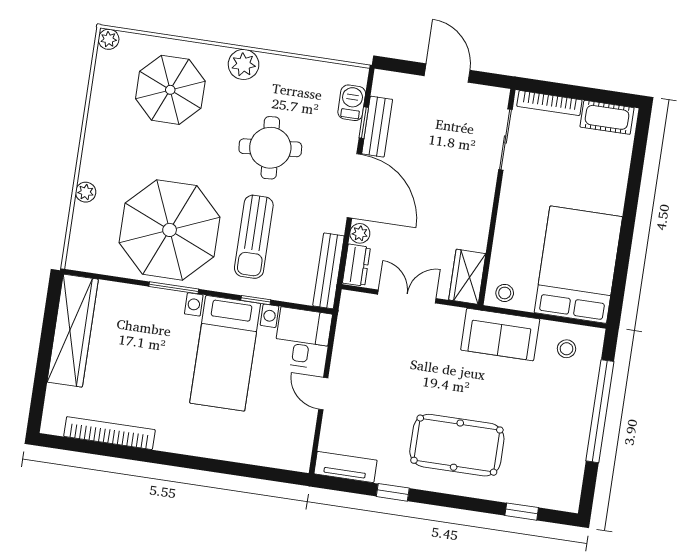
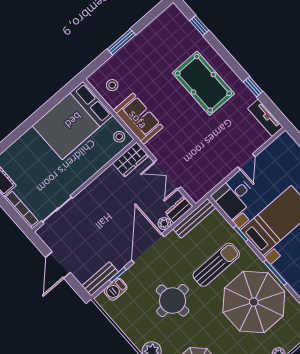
bench: (377, 127) -> (100, 279), moved
window: (600, 411) -> (121, 42), width x0.47

